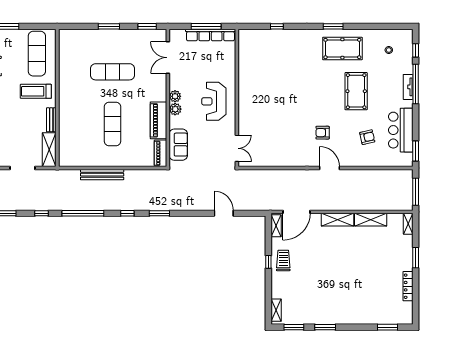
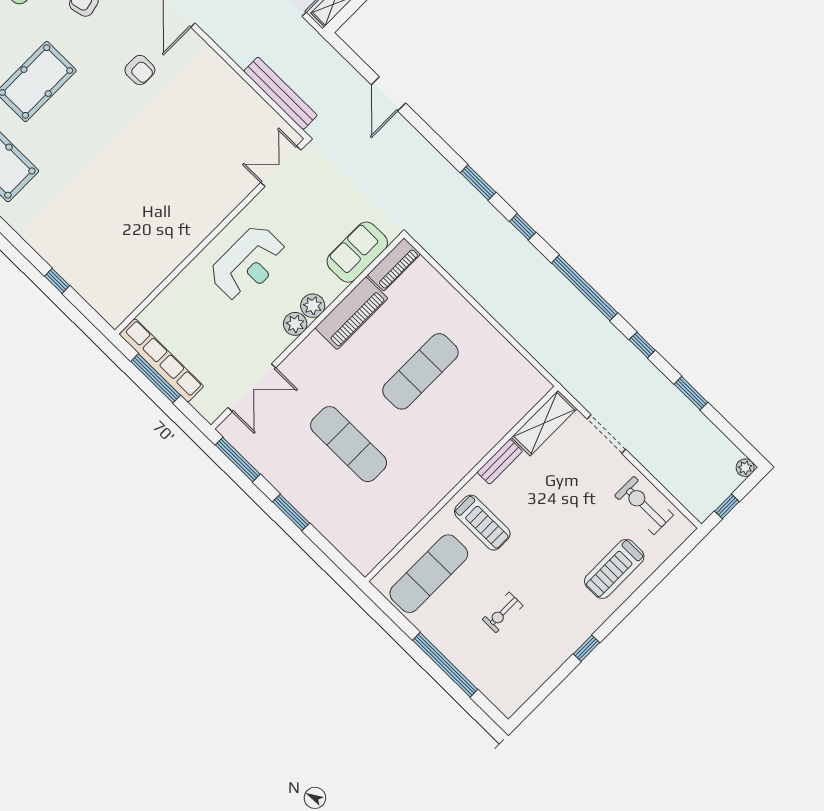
window: (147, 26) -> (238, 460), width x1.44
bench: (102, 175) -> (280, 93), moved

